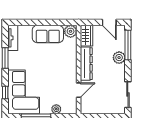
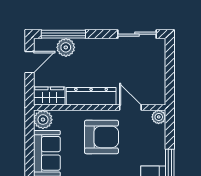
plant: (119, 58) -> (66, 47), moved
armchair: (59, 71) -> (101, 137), added
plant: (56, 109) -> (159, 117), moved

